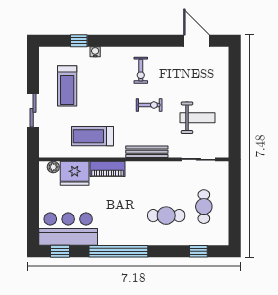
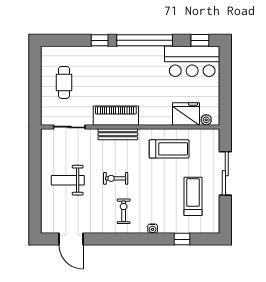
water cooler: (95, 52) -> (153, 229), moved
sliding door: (33, 110) -> (225, 173), width x1.37
weight bench: (197, 118) -> (68, 180), moved
piano: (108, 169) -> (116, 116), moved, width x1.37, depth x1.33
cafe table: (166, 216) -> (100, 74), removed
window: (198, 251) -> (100, 40), moved

